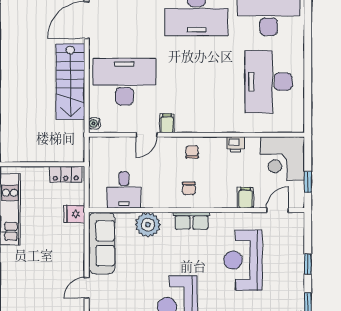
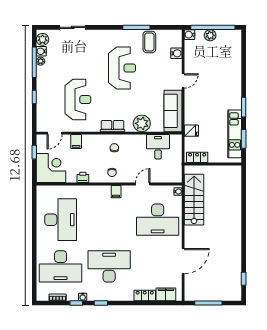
stairs: (70, 82) -> (194, 200), moved
filing cabinet: (167, 123) -> (116, 192), moved

